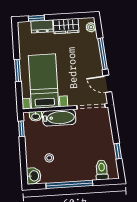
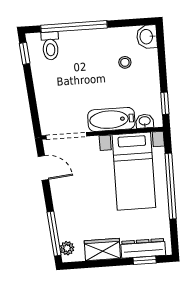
dresser: (42, 26) -> (143, 248), width x1.44
window: (103, 54) -> (54, 234), moved
window: (18, 70) -> (171, 186), width x2.11
window: (118, 151) -> (25, 53), moved
window: (69, 184) -> (74, 27), moved

